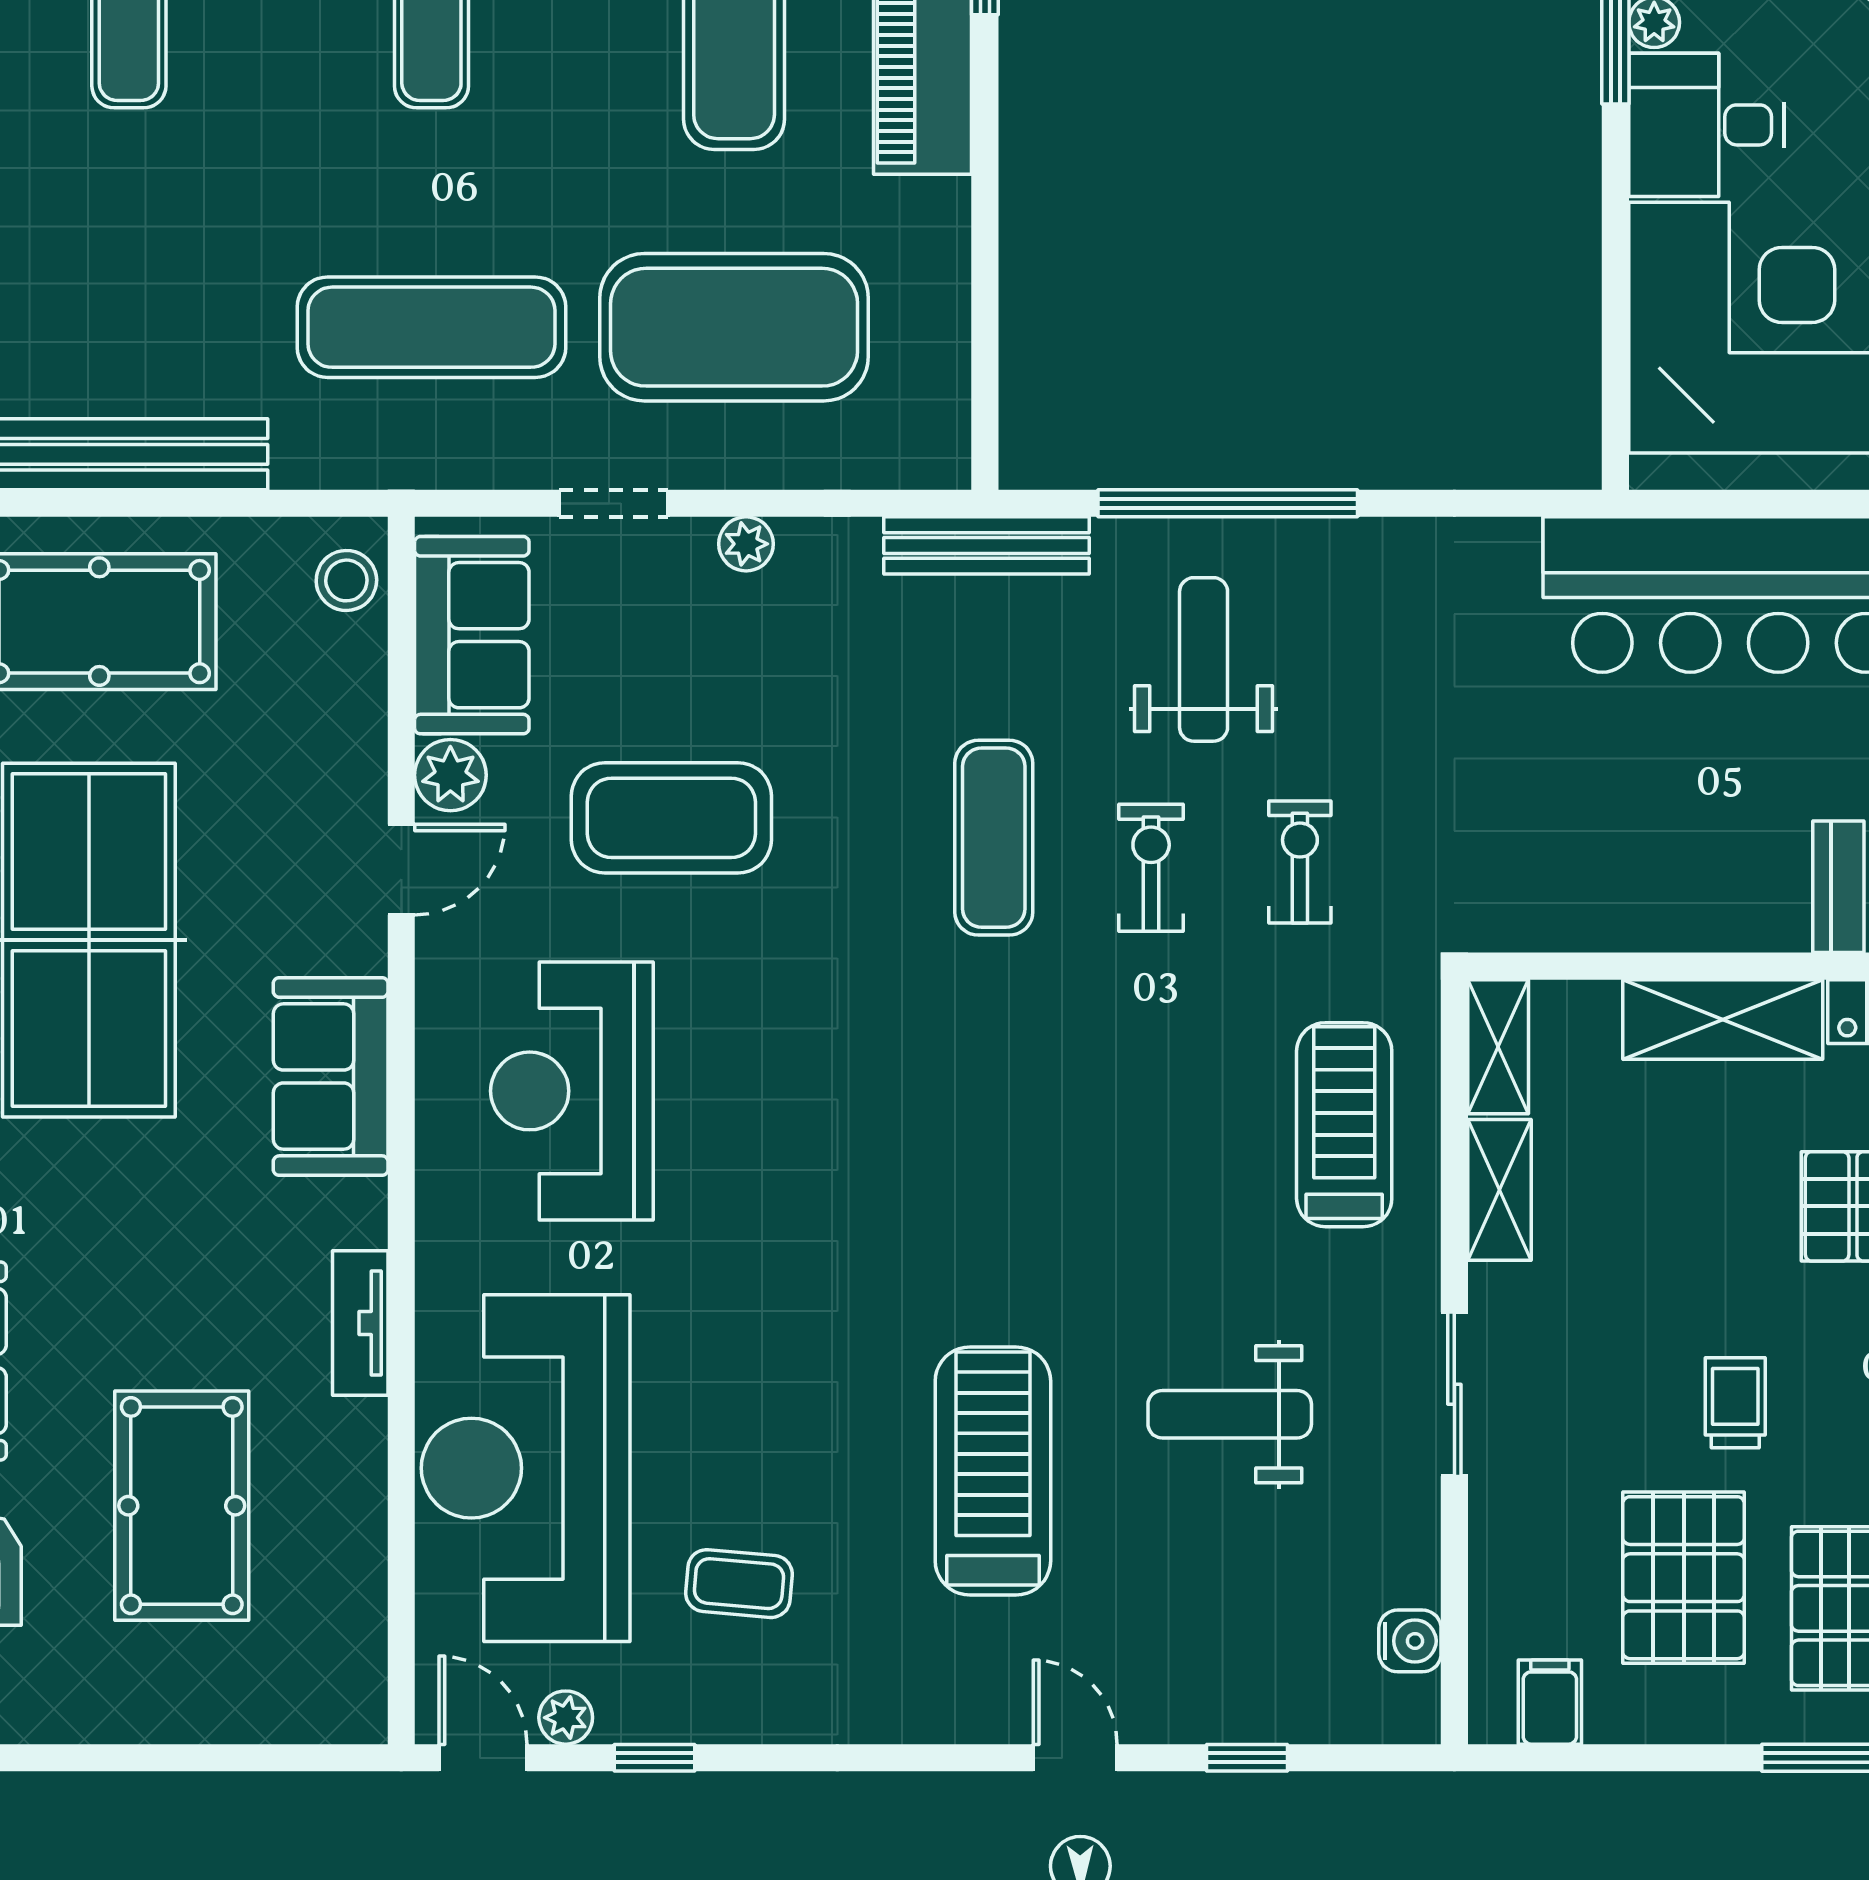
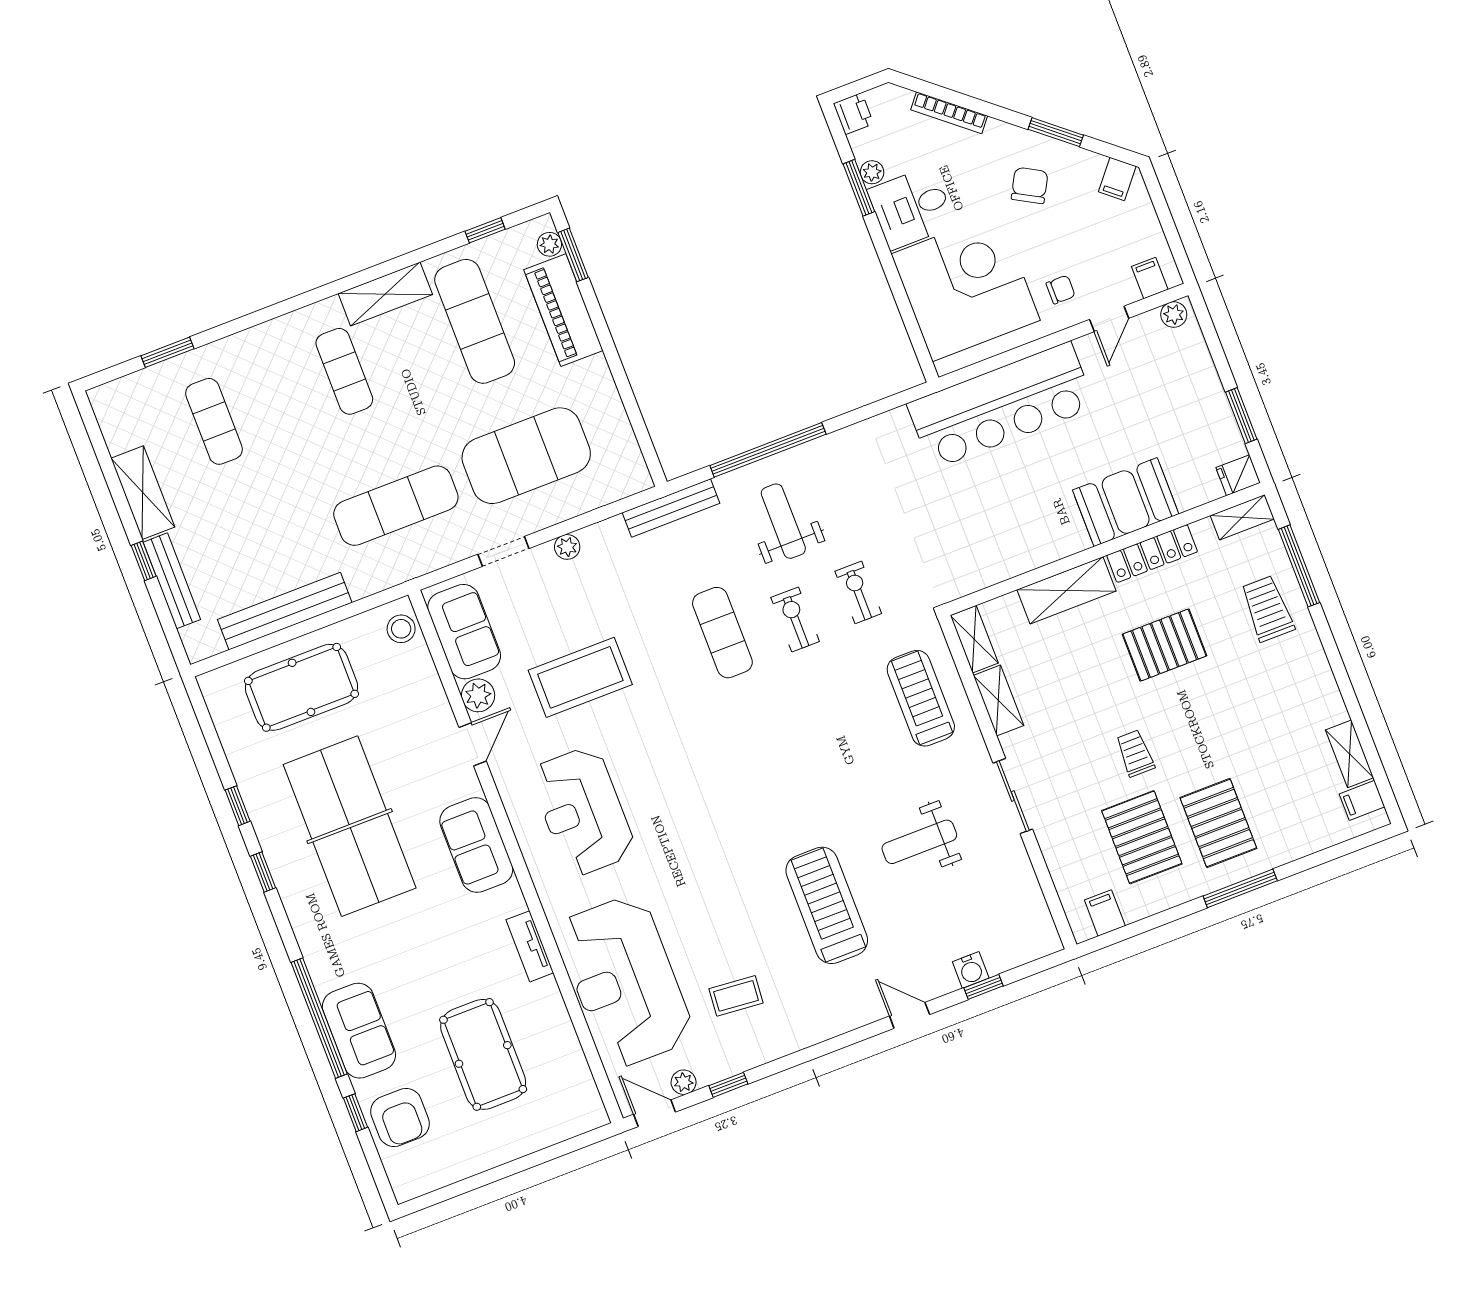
water cooler: (1410, 1641) -> (971, 970), moved, turned 90

